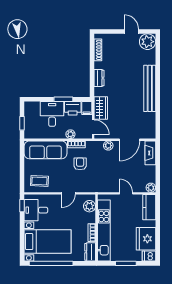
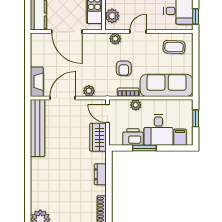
bench: (150, 88) -> (38, 128), moved
filing cabinet: (87, 108) -> (180, 137), moved
plant: (151, 188) -> (115, 39), moved
door: (126, 193) -> (67, 32), width x1.87

